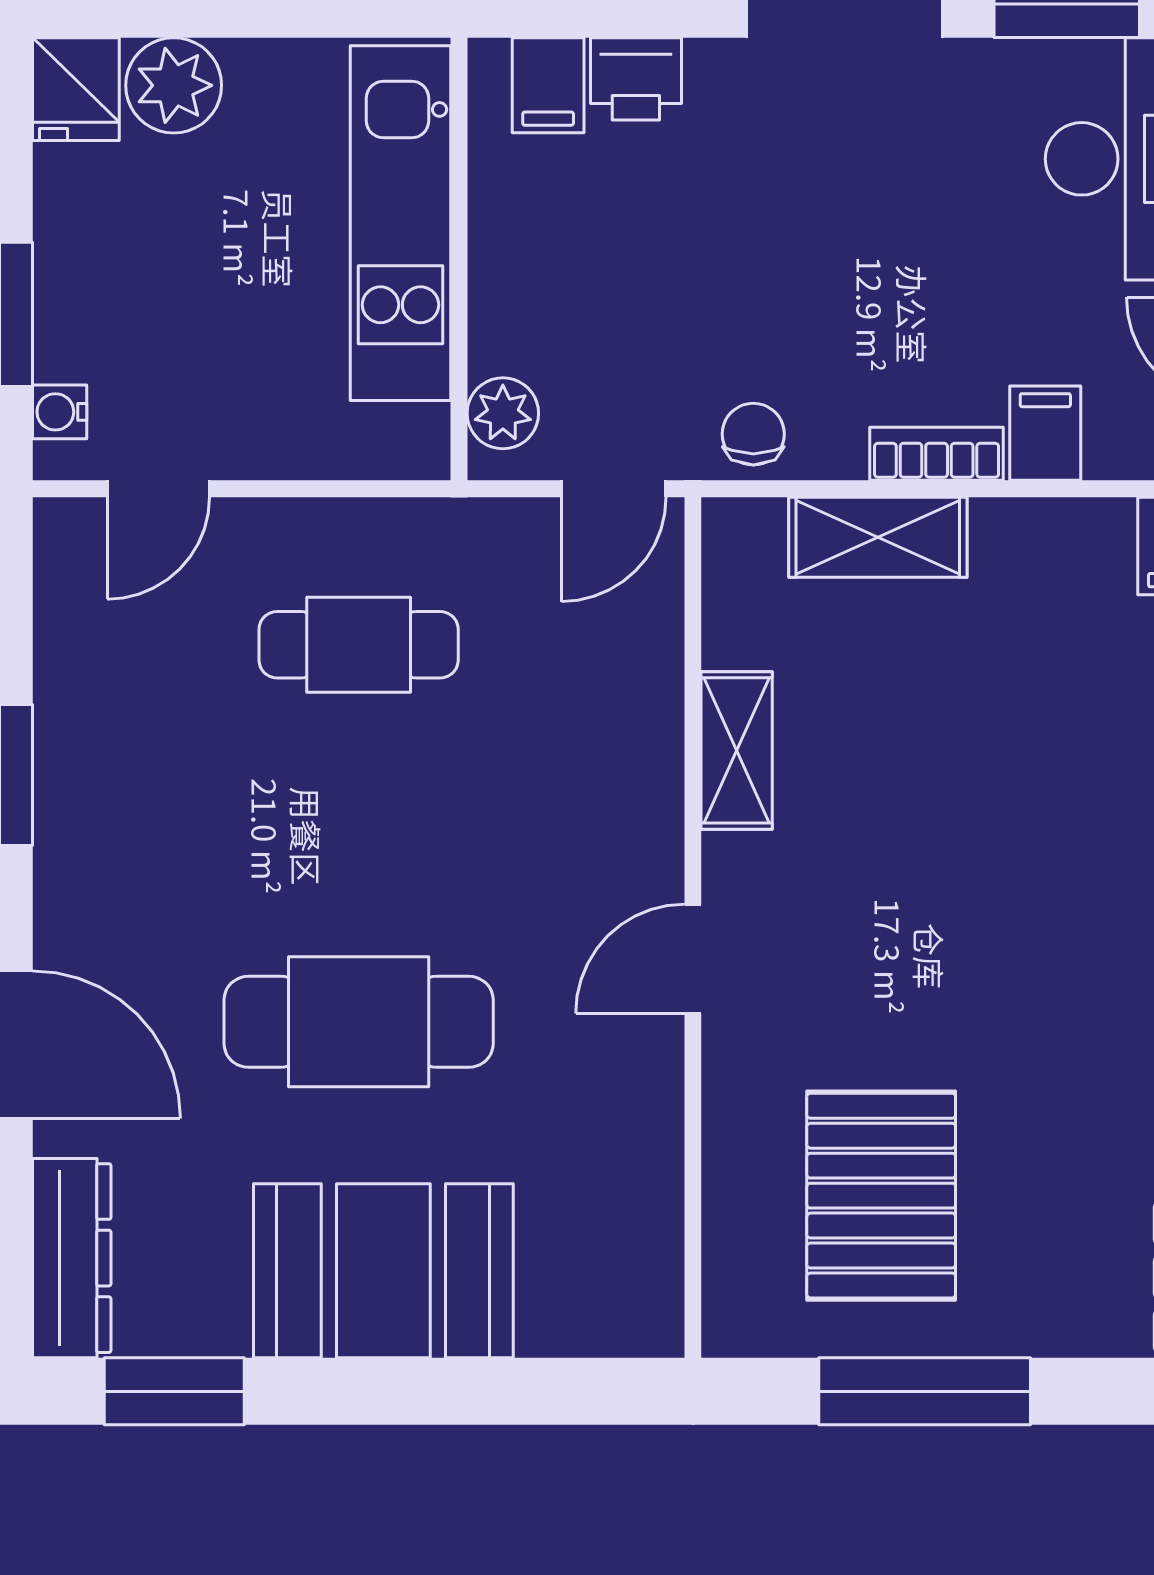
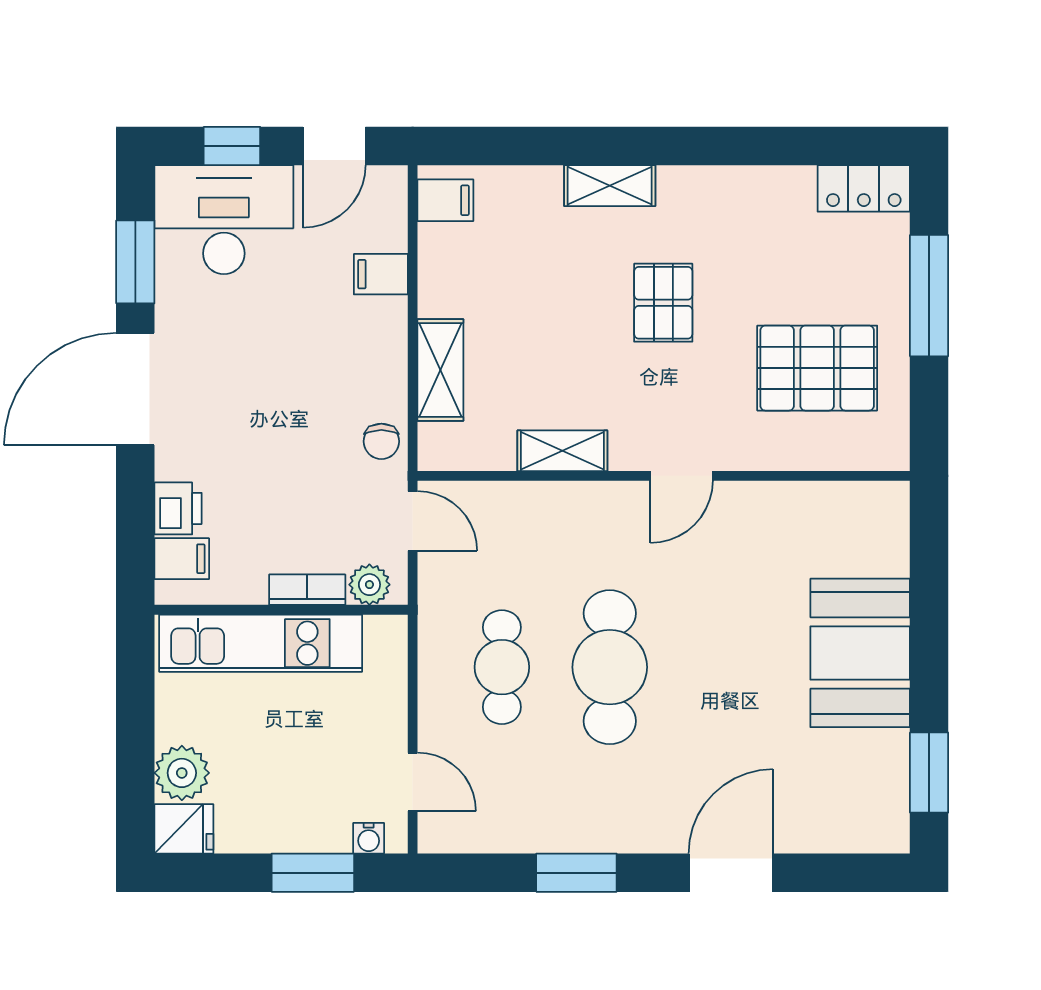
chair: (753, 434) -> (381, 441), turned -90
bookcase: (937, 454) -> (307, 590), moved, turned 90
pallet: (995, 927) -> (663, 303), added
door: (693, 959) -> (682, 476), hinge flipped
cafe table: (359, 1022) -> (610, 667), moved
dresser: (72, 1258) -> (853, 831), removed
window: (925, 1391) -> (929, 296), moved

